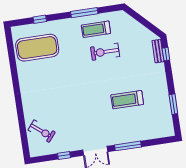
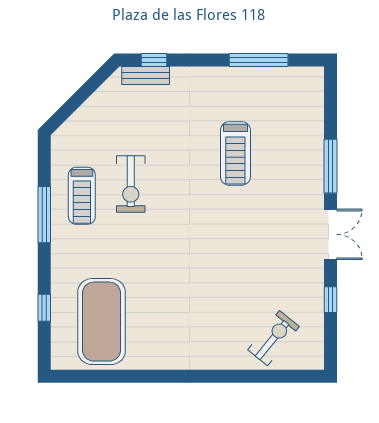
window: (173, 104) -> (259, 60), width x1.44

